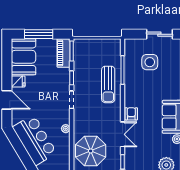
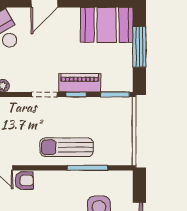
piano: (64, 53) -> (80, 83), moved
fridge: (18, 81) -> (71, 17), removed

